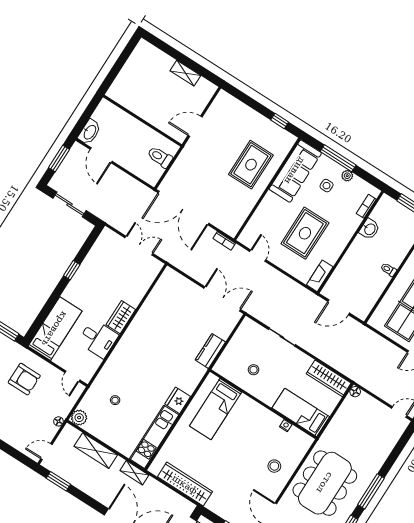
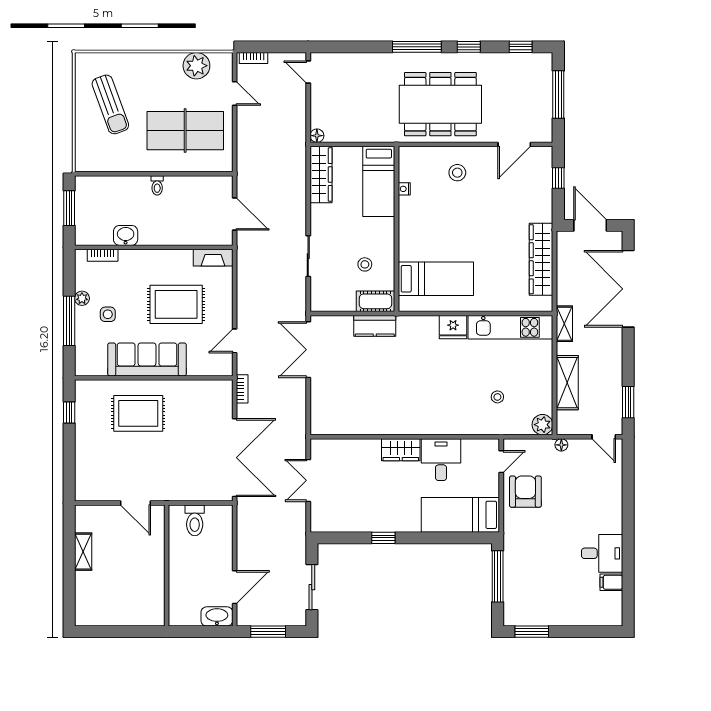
sofa: (295, 171) -> (147, 359), moved
cot: (226, 361) -> (375, 301), added
armchair: (24, 379) -> (525, 492), moved

